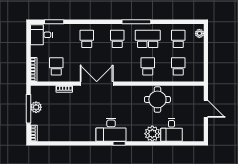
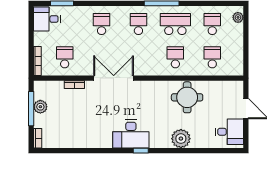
desk: (171, 130) -> (229, 132), moved, turned -90

